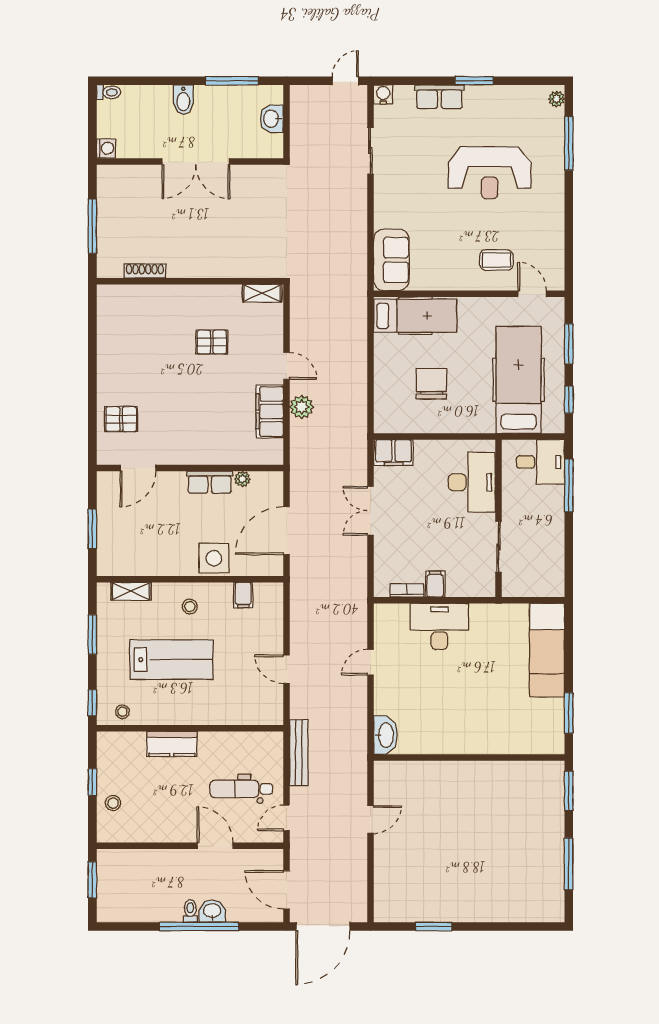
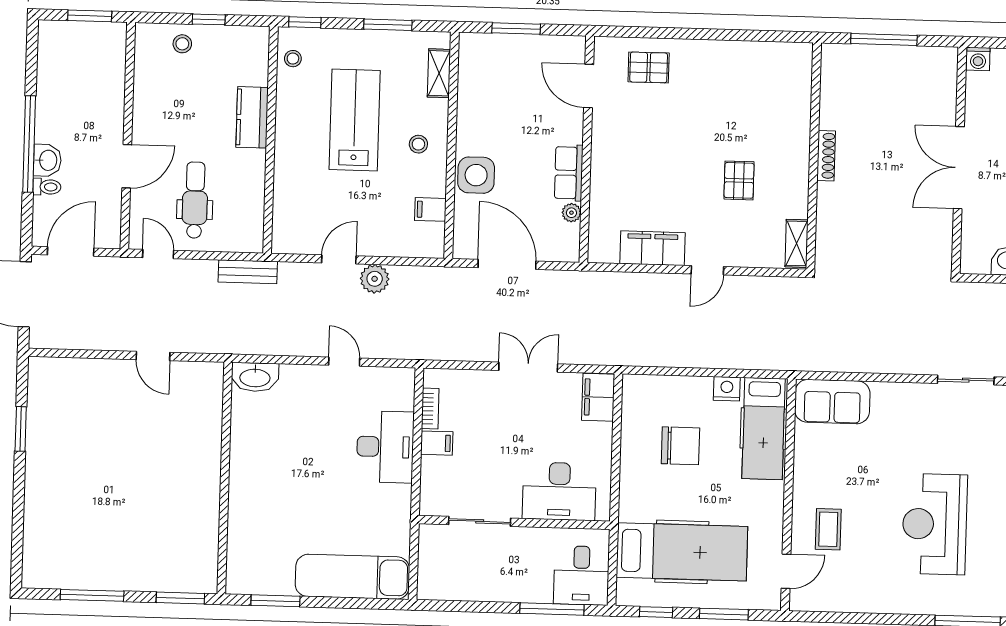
shoe rack: (145, 271) -> (826, 156), moved
nightstand: (383, 347) -> (727, 389), added
plant: (302, 407) -> (375, 279), moved
pallet: (121, 419) -> (649, 67), turned 90
lab bench: (171, 660) -> (355, 120), turned 180
bench: (299, 752) -> (248, 272), width x0.73
toilet: (190, 911) -> (47, 187), moved

